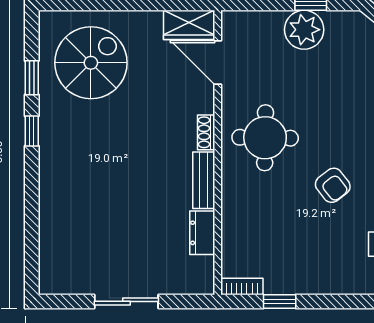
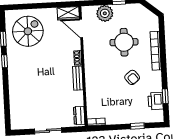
plant: (304, 30) -> (105, 13), moved
round table: (265, 138) -> (124, 42), moved
dresser: (202, 233) -> (79, 116), moved
window: (280, 301) -> (137, 126), moved

